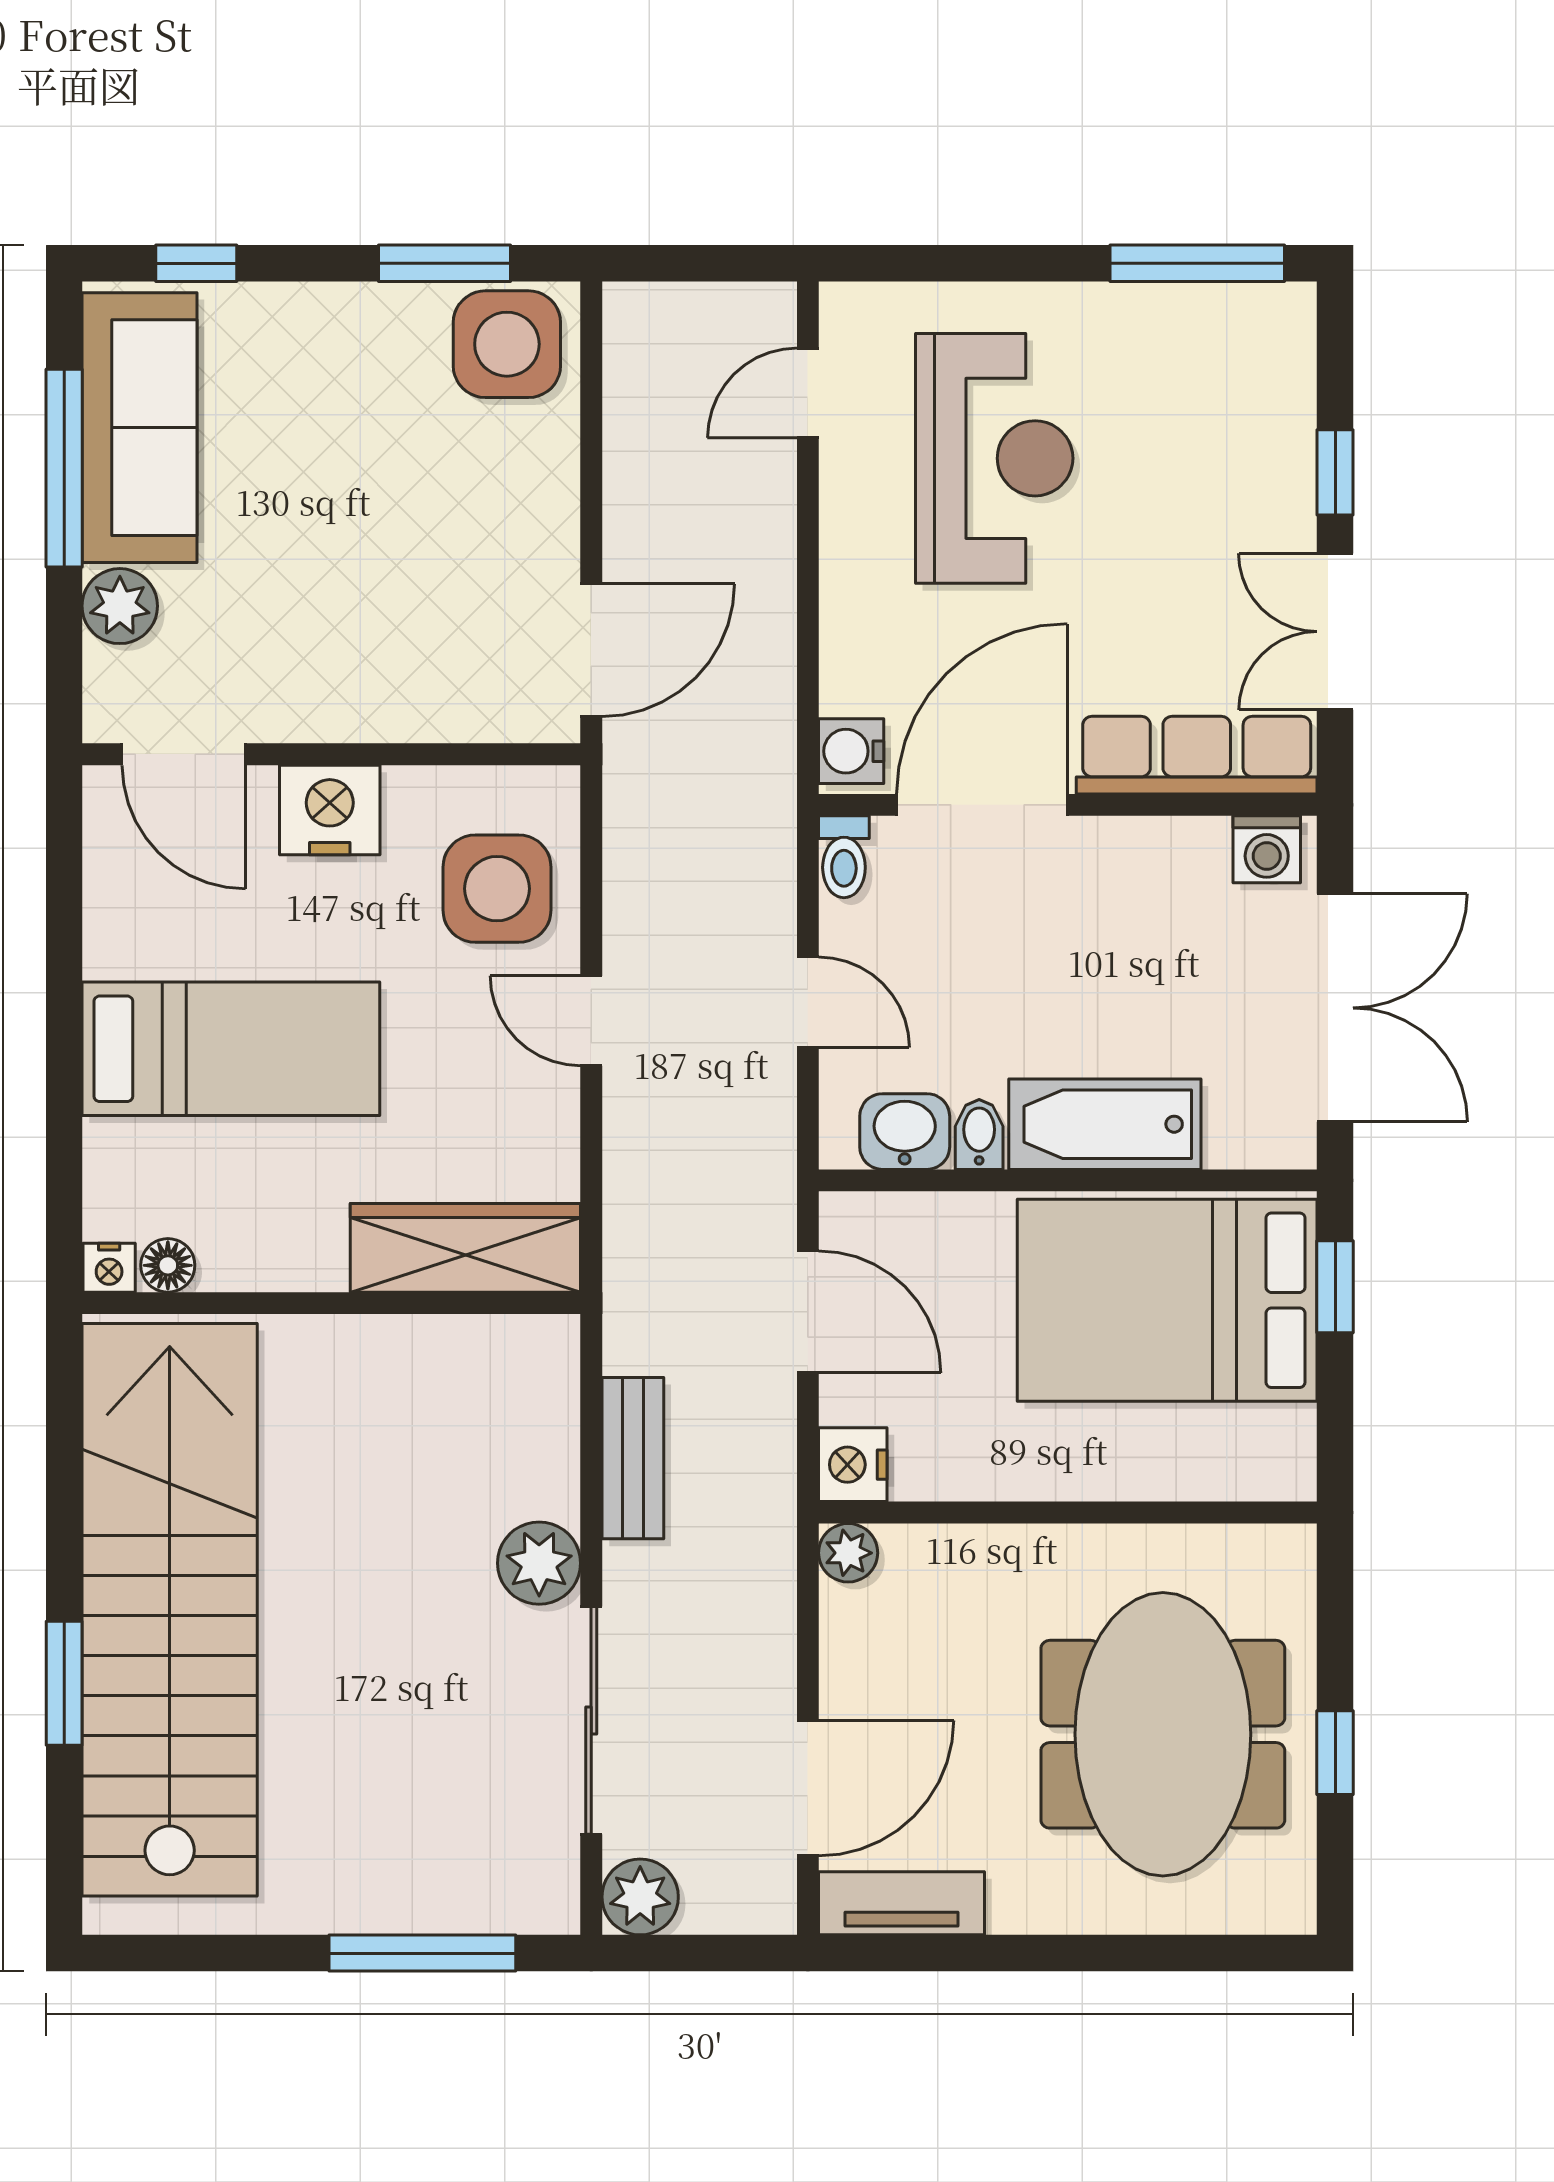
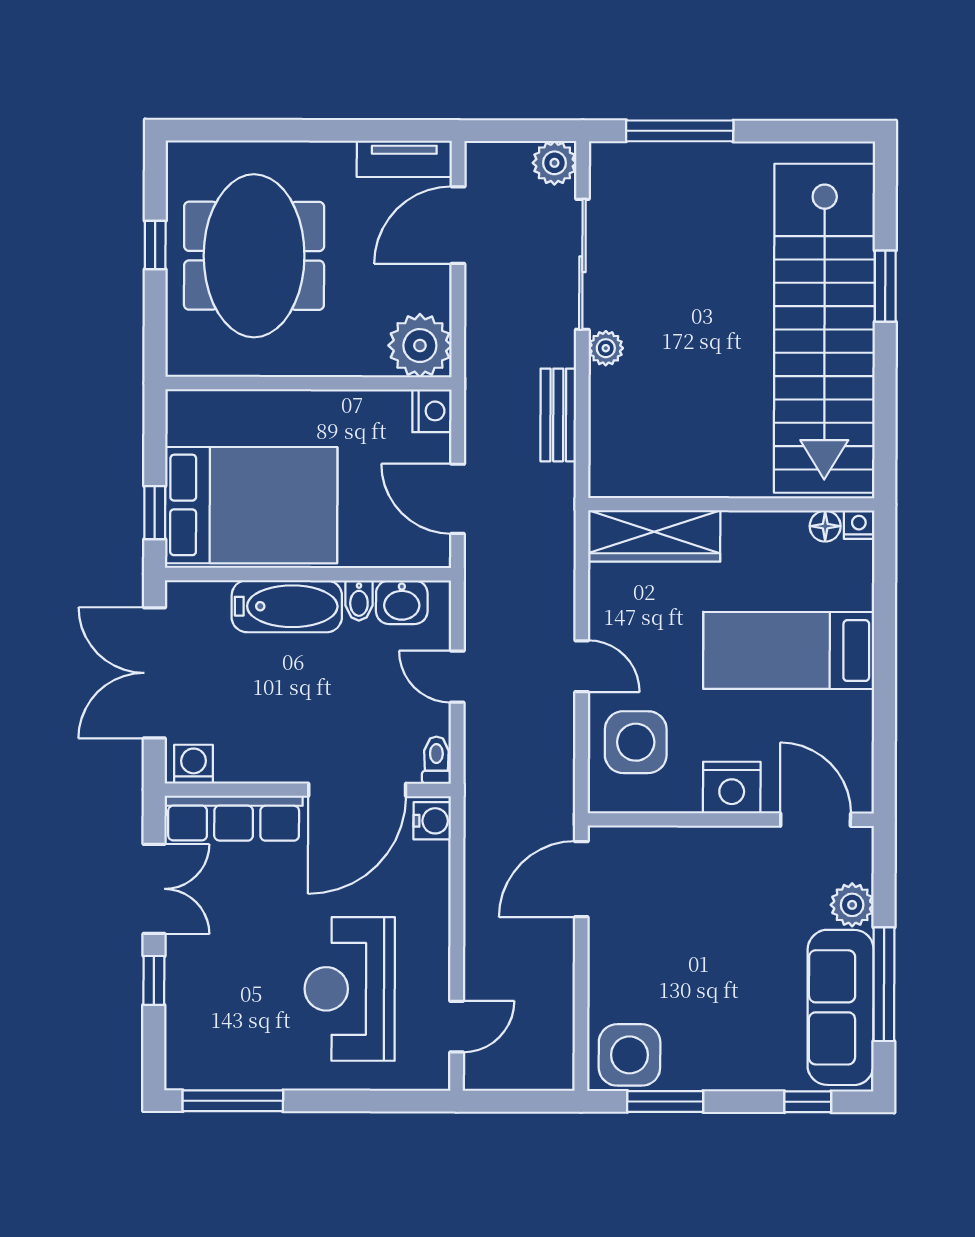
plant: (848, 1553) -> (420, 346), width x1.87, depth x1.87
plant: (539, 1563) -> (606, 348), width x0.73, depth x0.73

